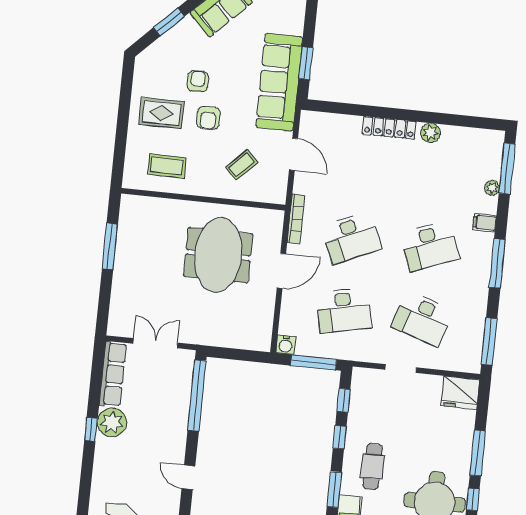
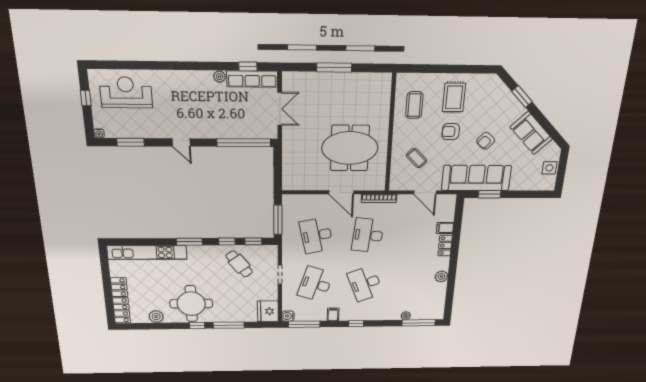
armchair: (198, 81) -> (486, 141), moved, turned 131
filing cabinet: (352, 127) -> (445, 228), added
locker: (389, 128) -> (445, 246), width x0.66
door: (293, 154) -> (425, 192), hinge flipped
filing cabinet: (485, 223) -> (333, 314), moved
desk: (351, 238) -> (368, 235), turned 30
window: (110, 246) -> (334, 68), moved
window: (497, 263) -> (356, 324), width x0.46
water cooler: (286, 345) -> (288, 316), moved
plant: (112, 423) -> (219, 77), width x0.53, depth x0.53
window: (91, 429) -> (248, 66), moved
cafe table: (373, 467) -> (239, 264), moved, turned 53
door: (188, 477) -> (181, 142), swing flipped

